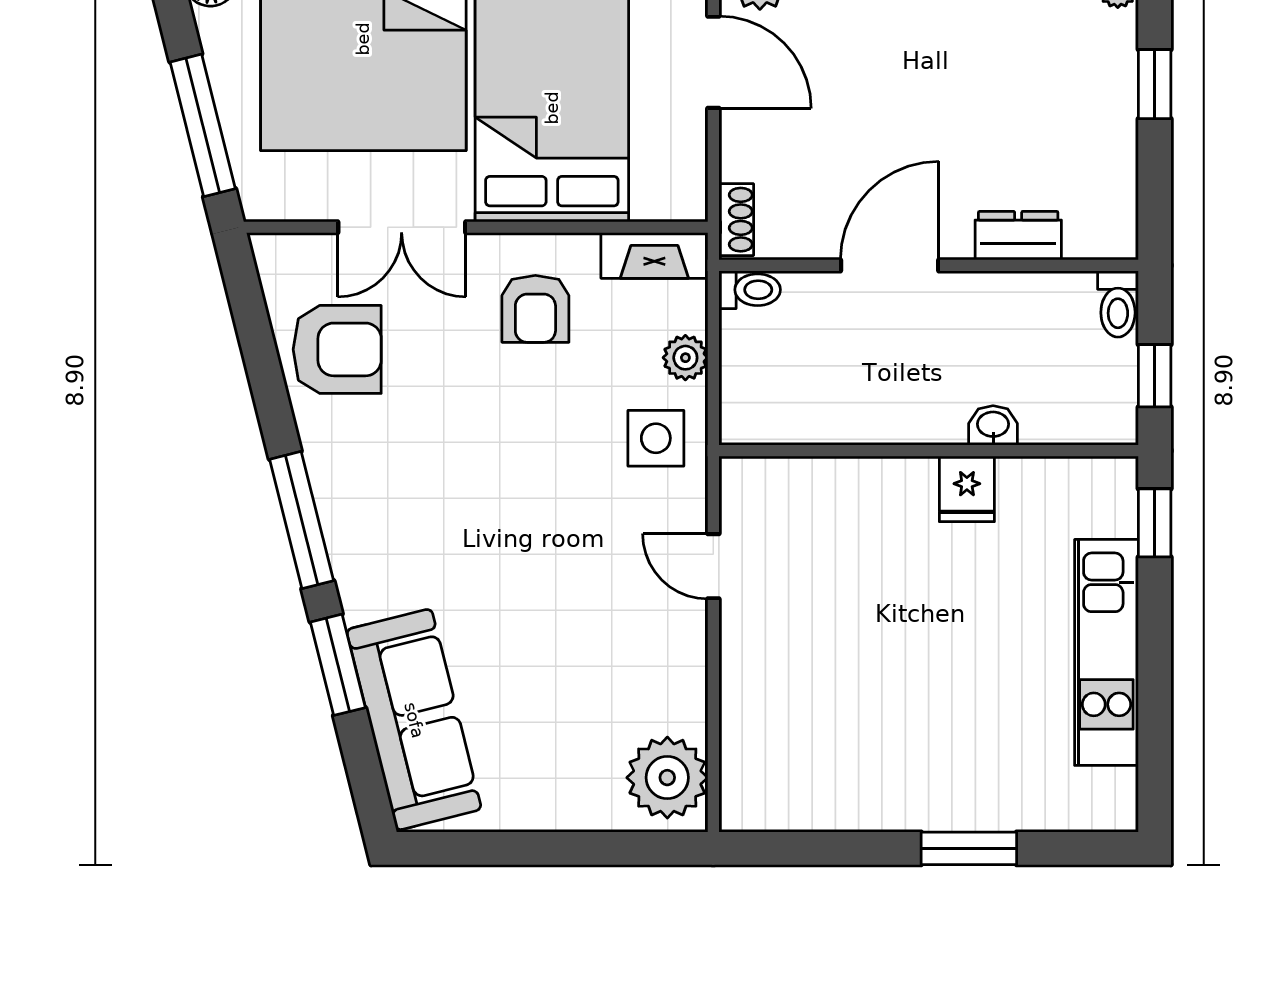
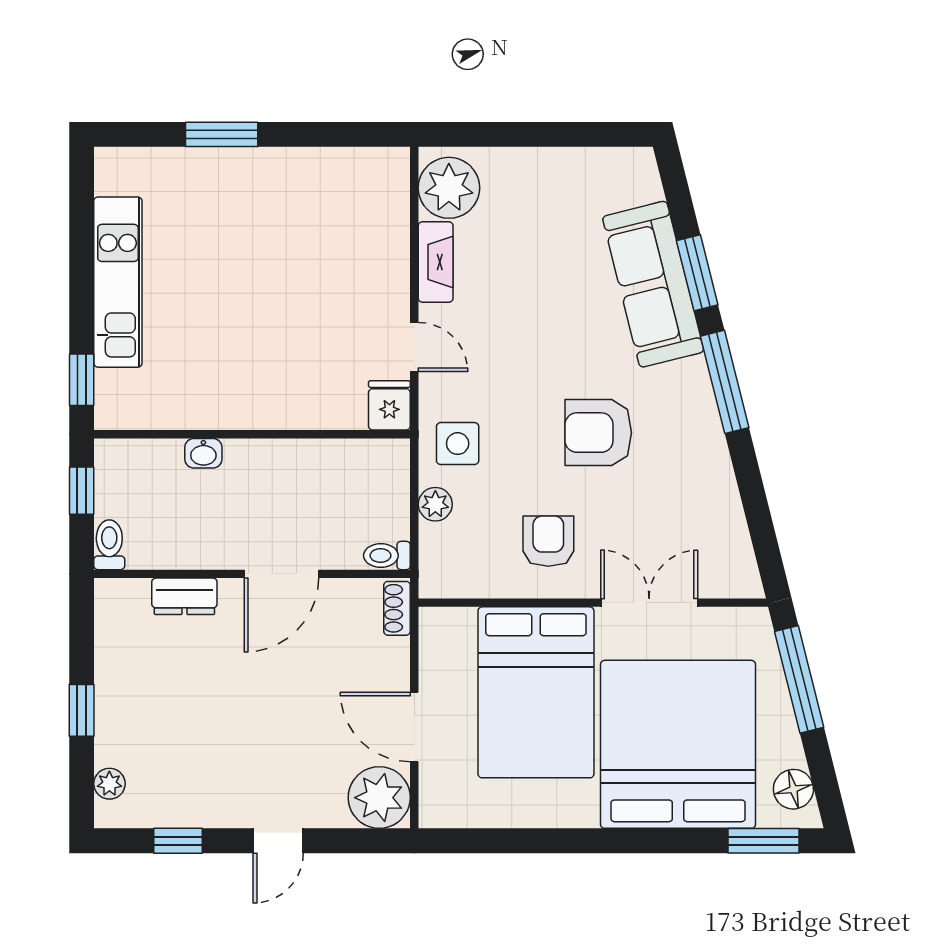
fireplace: (654, 256) -> (436, 262), moved, turned 90
armchair: (337, 349) -> (598, 433), moved
fridge: (967, 489) -> (389, 405), moved
sofa: (414, 720) -> (653, 284), moved

